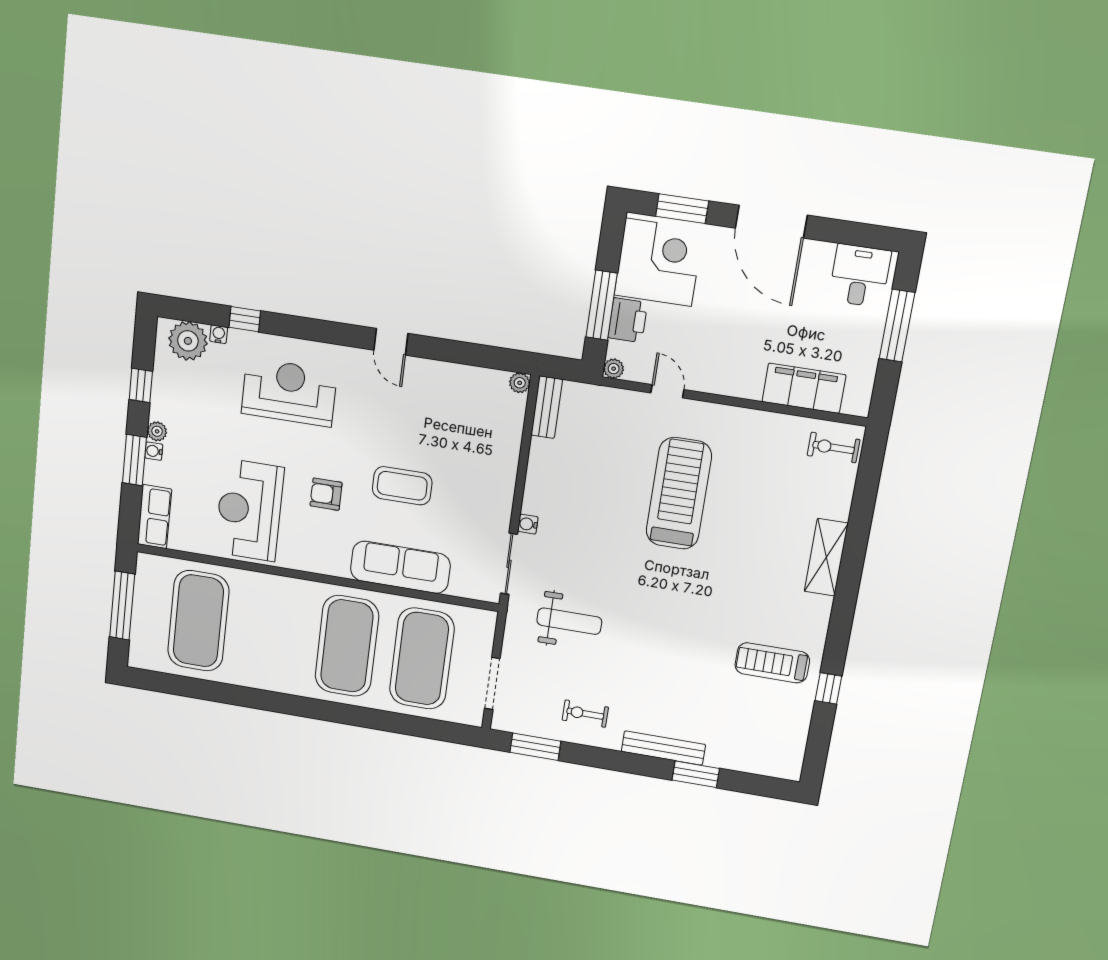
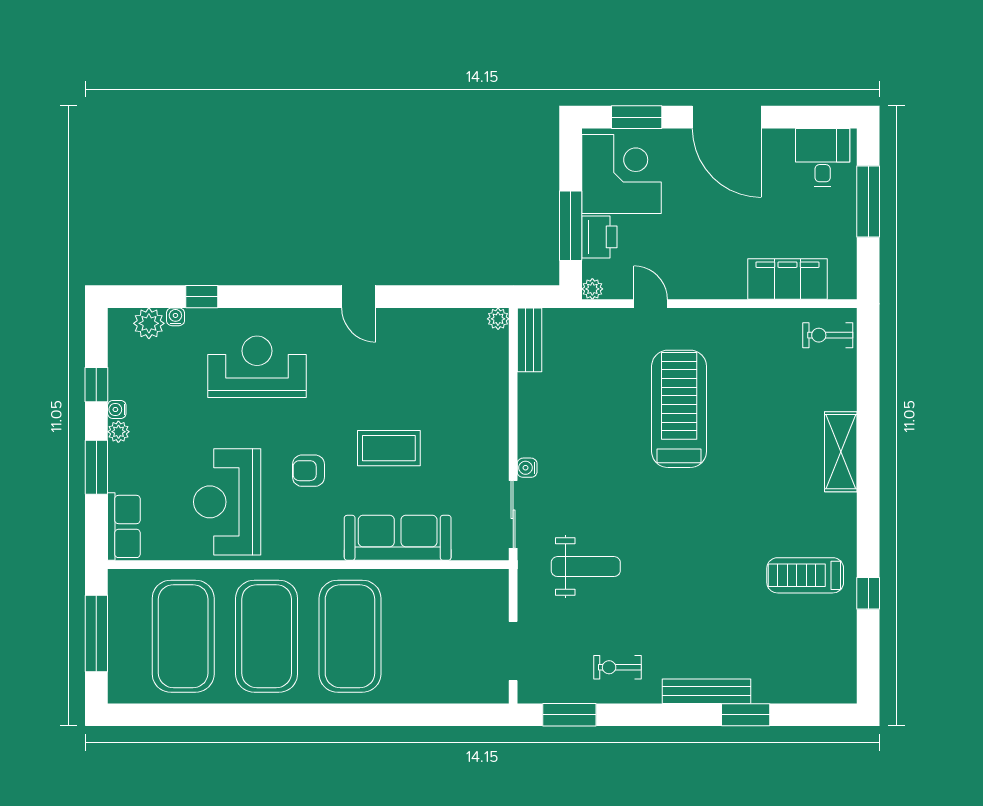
plant: (188, 341) -> (149, 323), width x0.73, depth x0.73
water cooler: (154, 451) -> (117, 410), moved
exercise mat: (422, 659) -> (267, 636), moved

